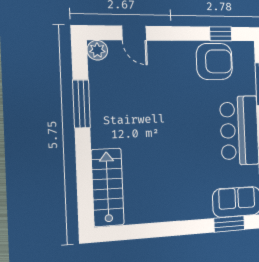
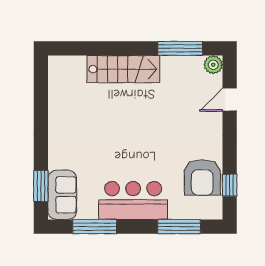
window: (81, 104) -> (180, 48), moved
stairs: (108, 187) -> (123, 69), moved

